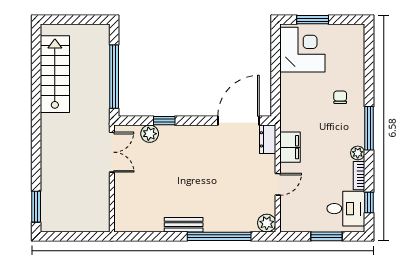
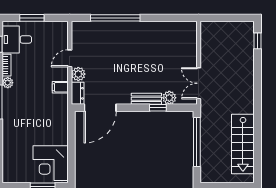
chair: (340, 97) -> (21, 126), removed
filing cabinet: (290, 147) -> (60, 87), width x0.50
window: (36, 207) -> (258, 41), width x0.67
plant: (267, 223) -> (78, 74), moved
bench: (184, 225) -> (146, 99), moved

